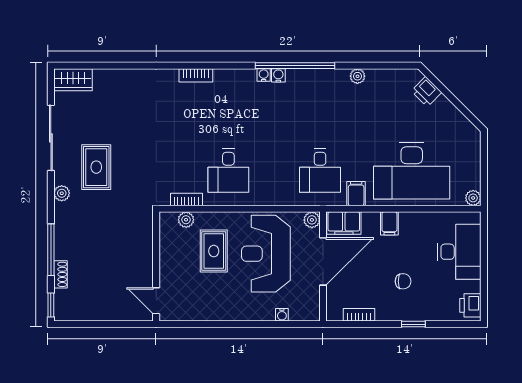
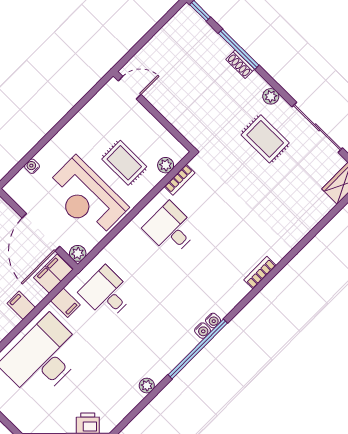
reception desk: (266, 254) -> (86, 198), turned 180
shoe rack: (60, 274) -> (240, 64), moved

